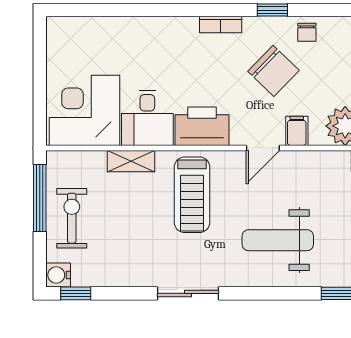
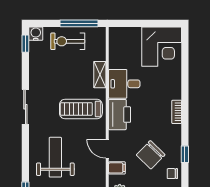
bookcase: (221, 25) -> (177, 112), moved
corner desk: (84, 110) -> (162, 47), moved, turned 90
exercise bike: (72, 218) -> (68, 41), turned 180

